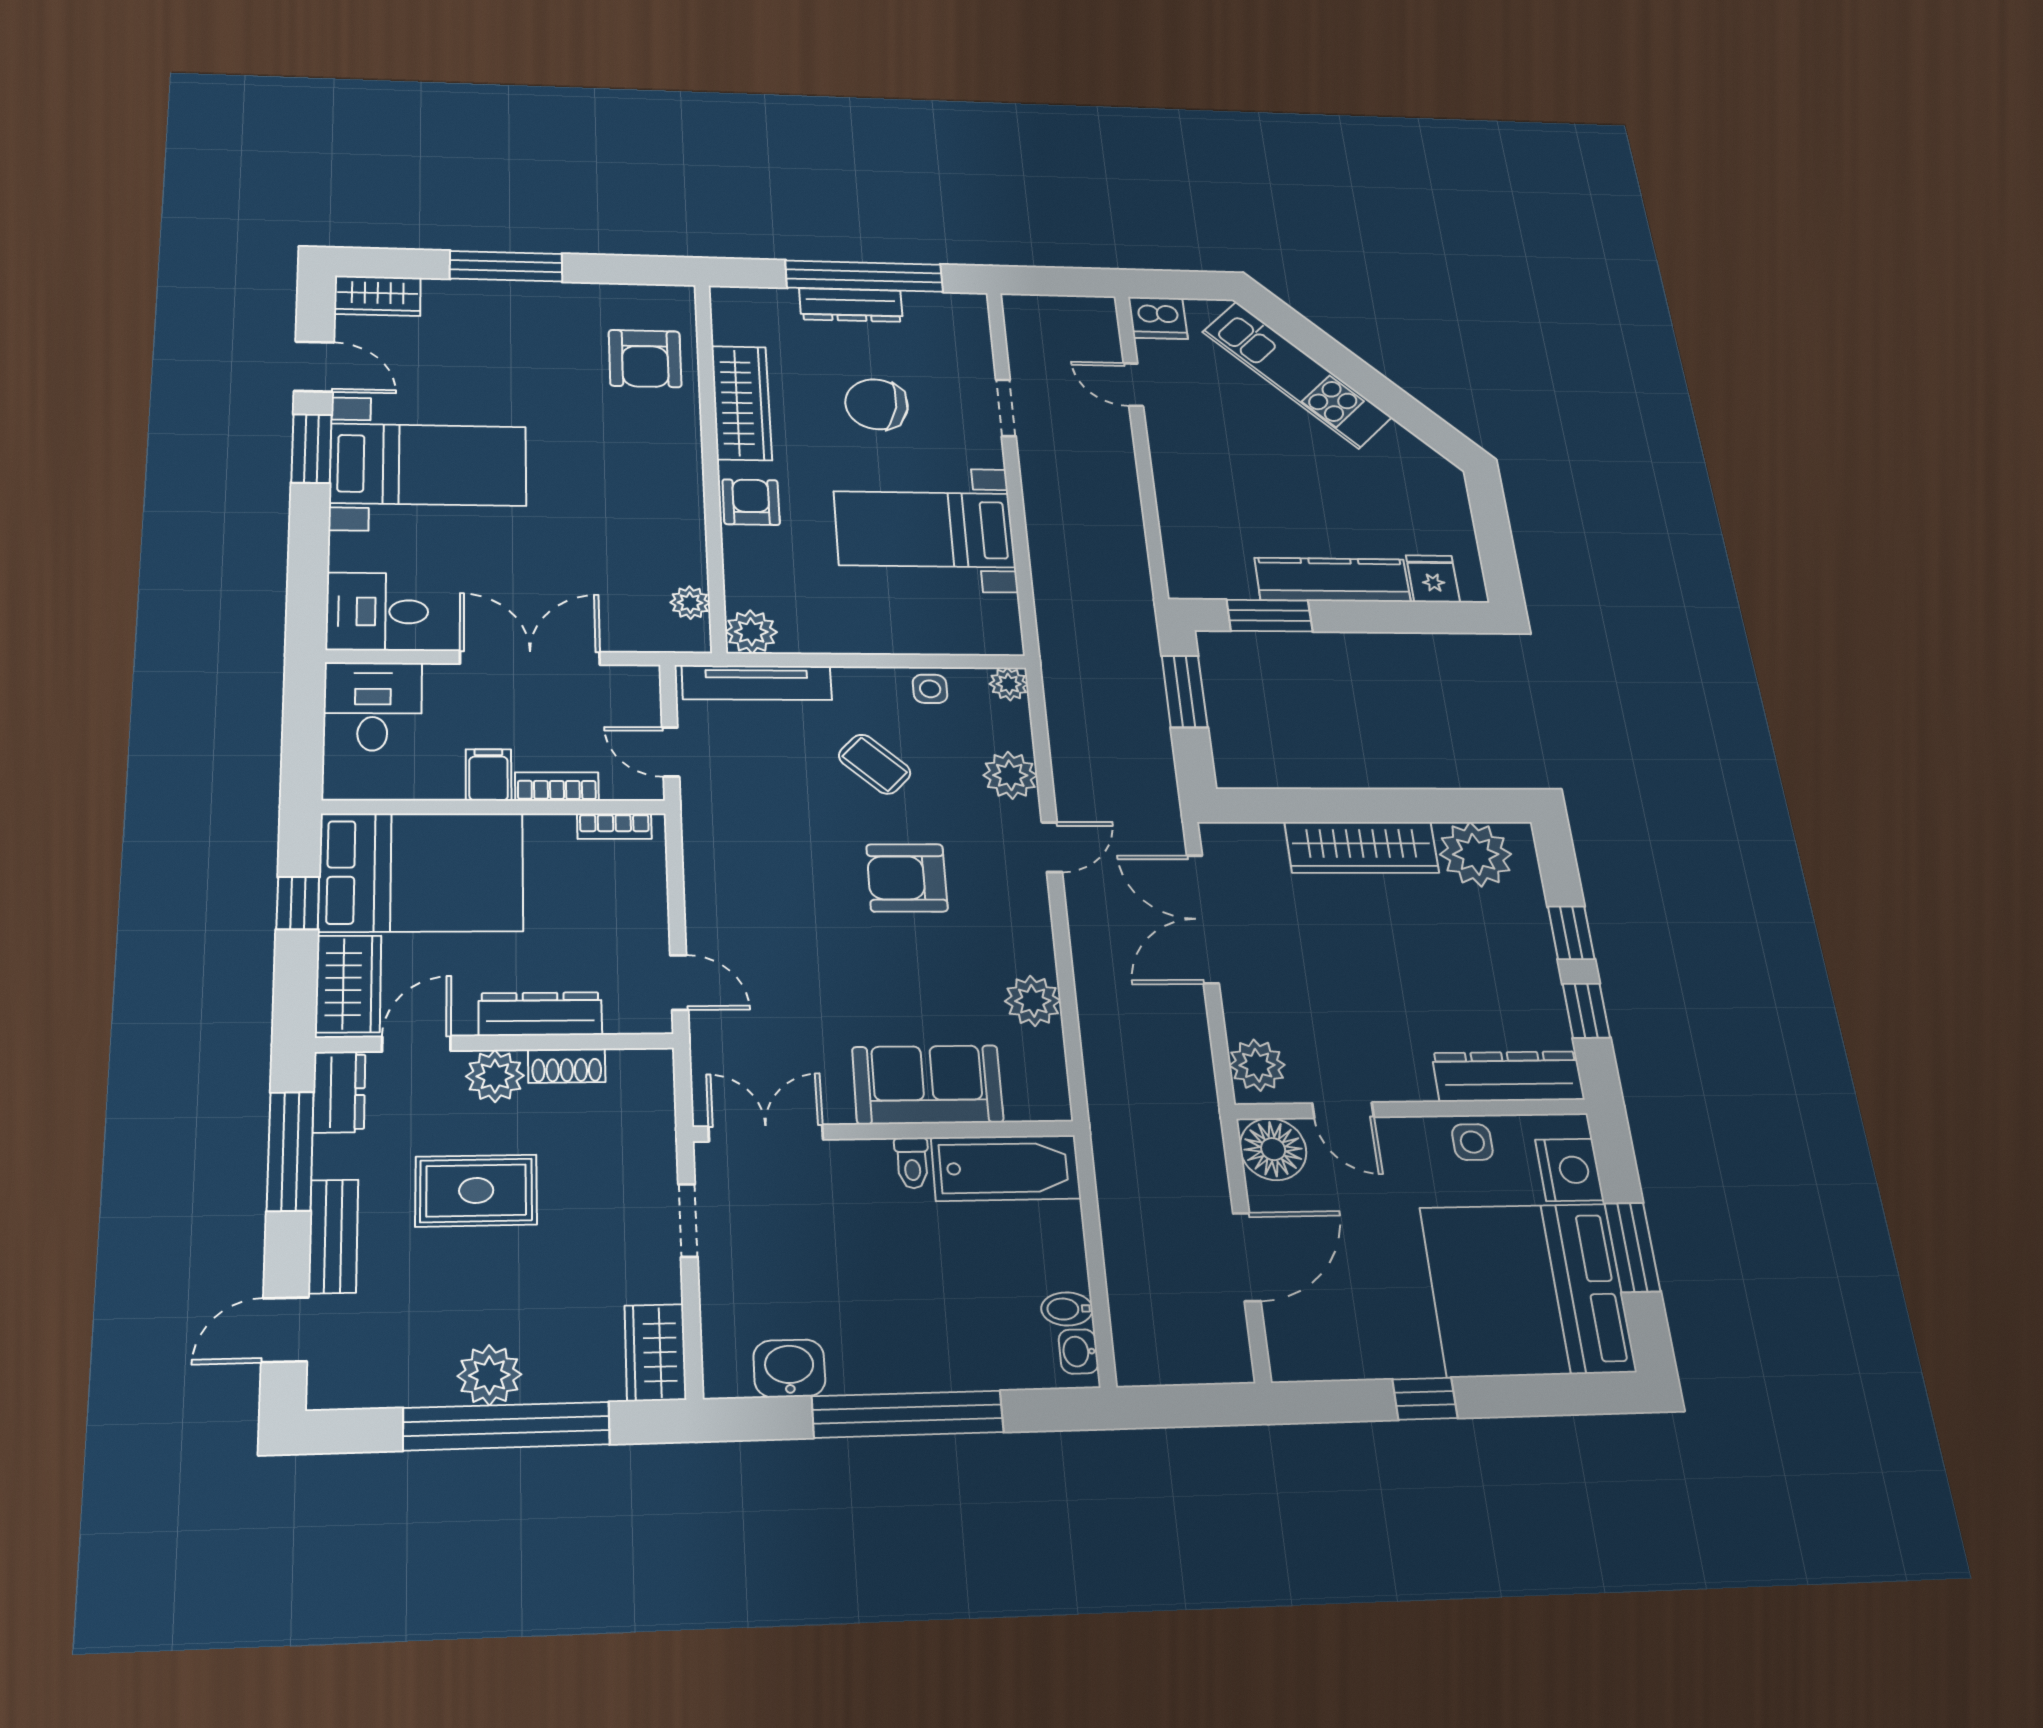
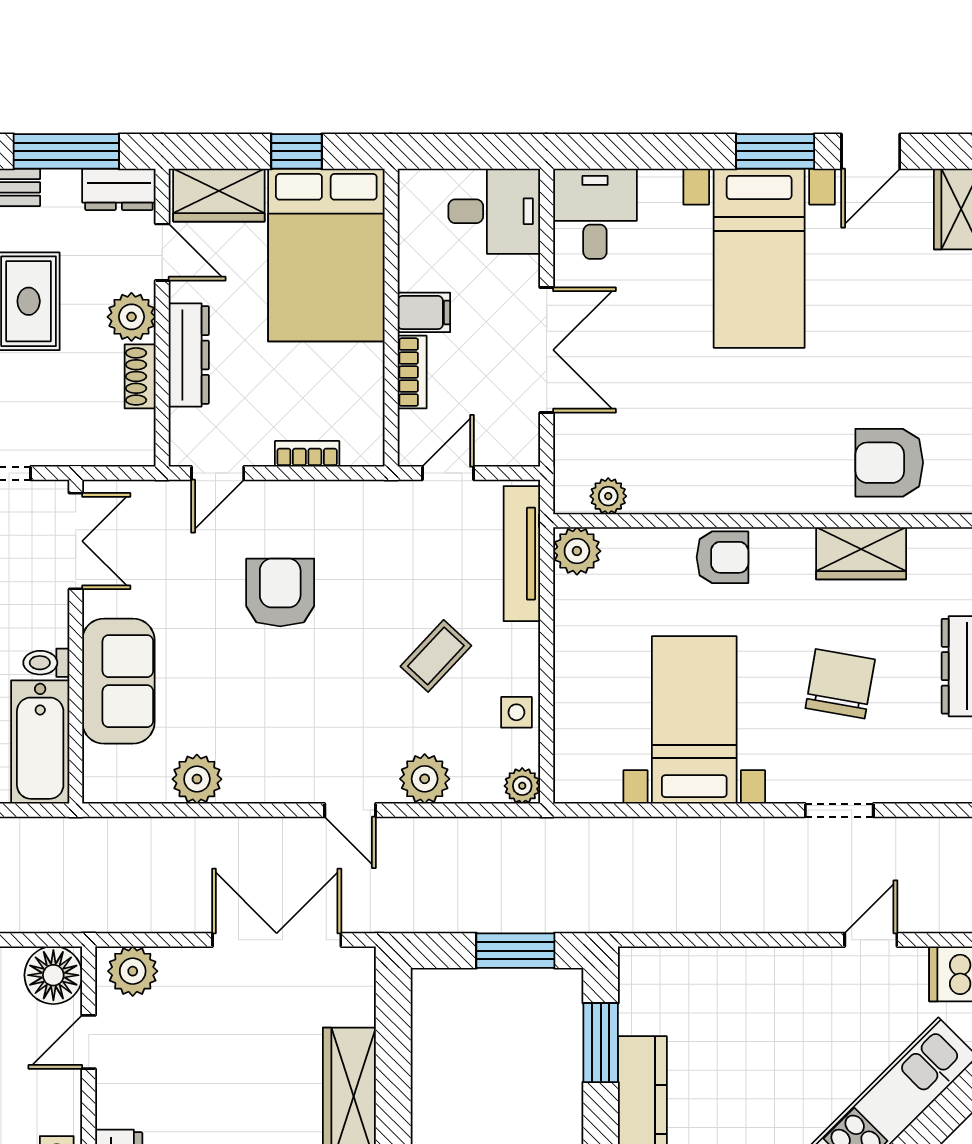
wardrobe: (742, 403) -> (861, 553), width x0.67
bookcase: (614, 826) -> (307, 454), moved, turned 90
armchair: (907, 878) -> (280, 592), moved

